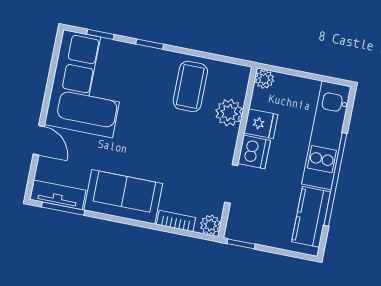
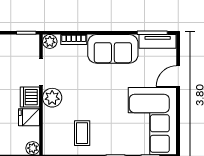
coffee table: (190, 86) -> (82, 133), width x0.73, depth x0.77
plant: (229, 113) -> (52, 98), moved
door: (39, 140) -> (178, 76), hinge flipped

